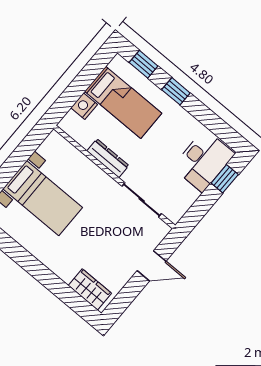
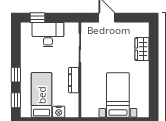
desk: (203, 160) -> (48, 35), moved
wardrobe: (90, 289) -> (142, 49), moved

